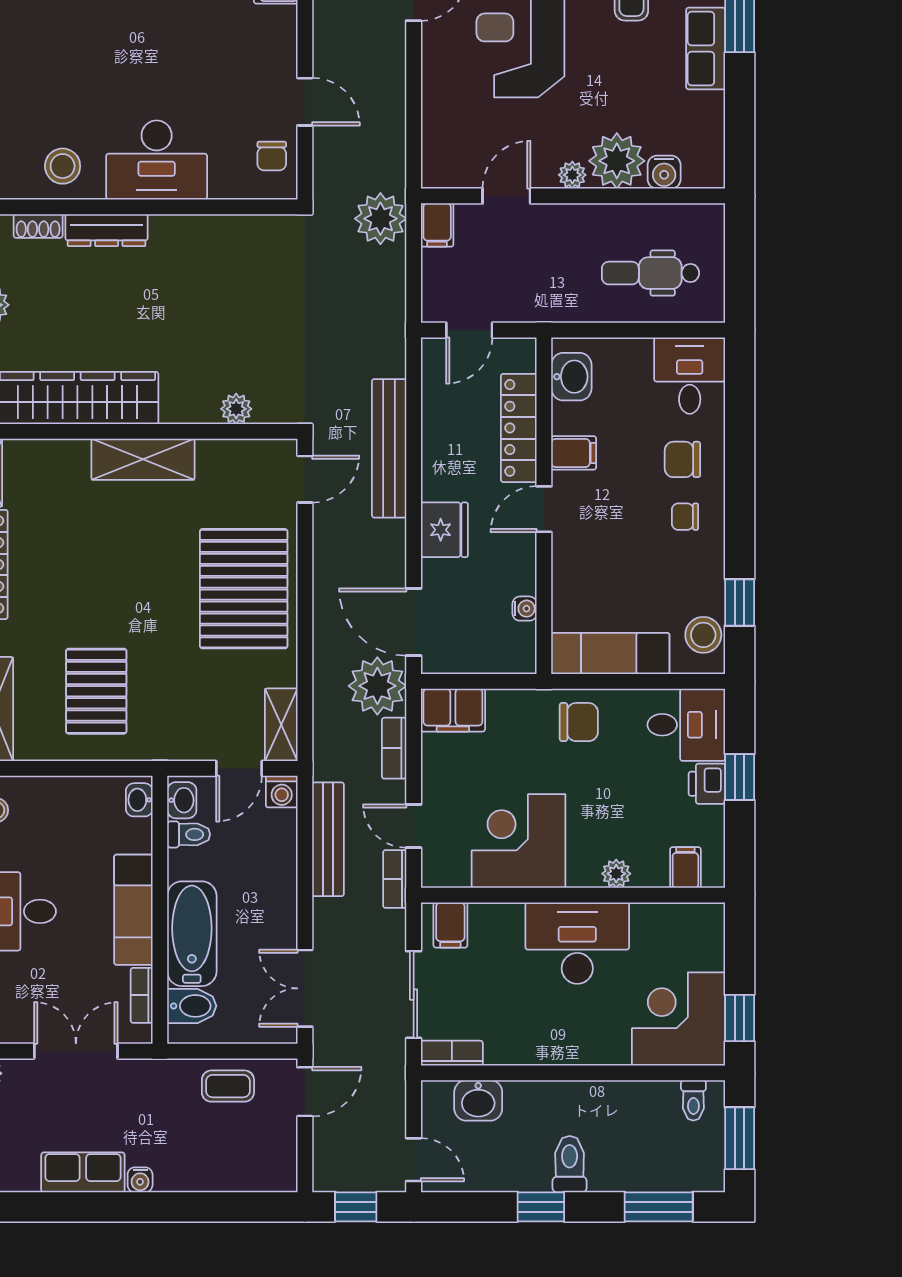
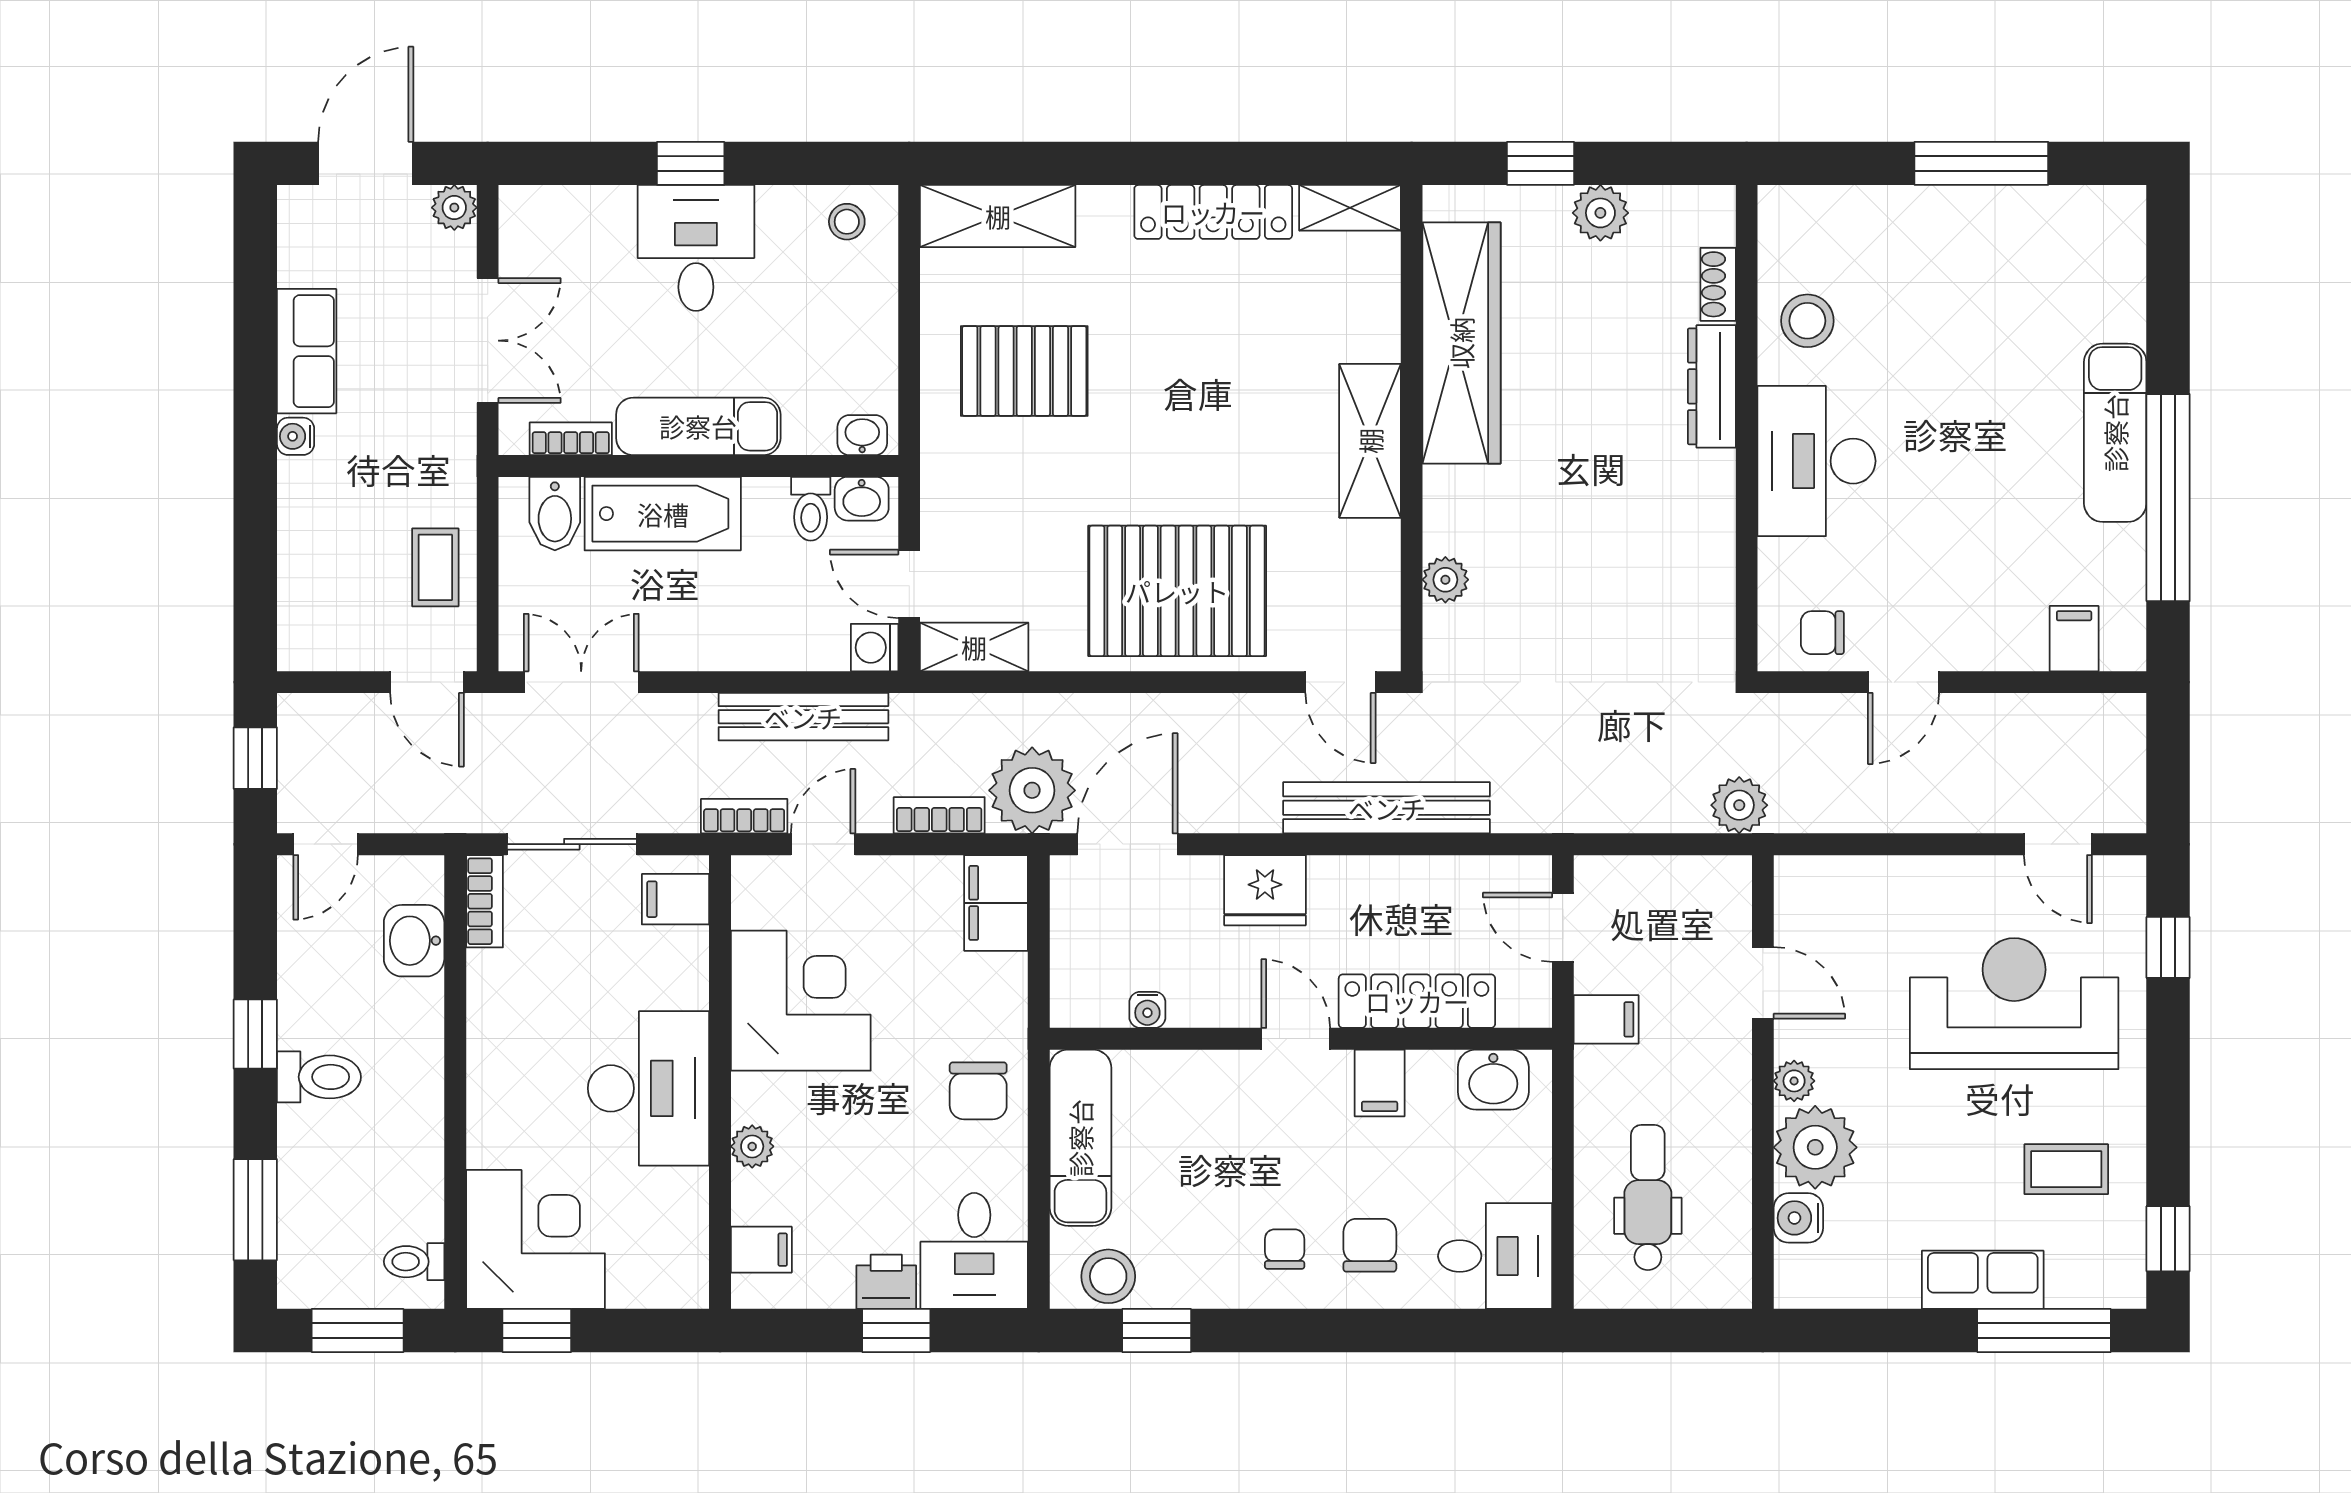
plant: (380, 219) -> (1739, 805), width x0.73, depth x0.73
filing cabinet: (437, 225) -> (1606, 1019), moved, turned 180

